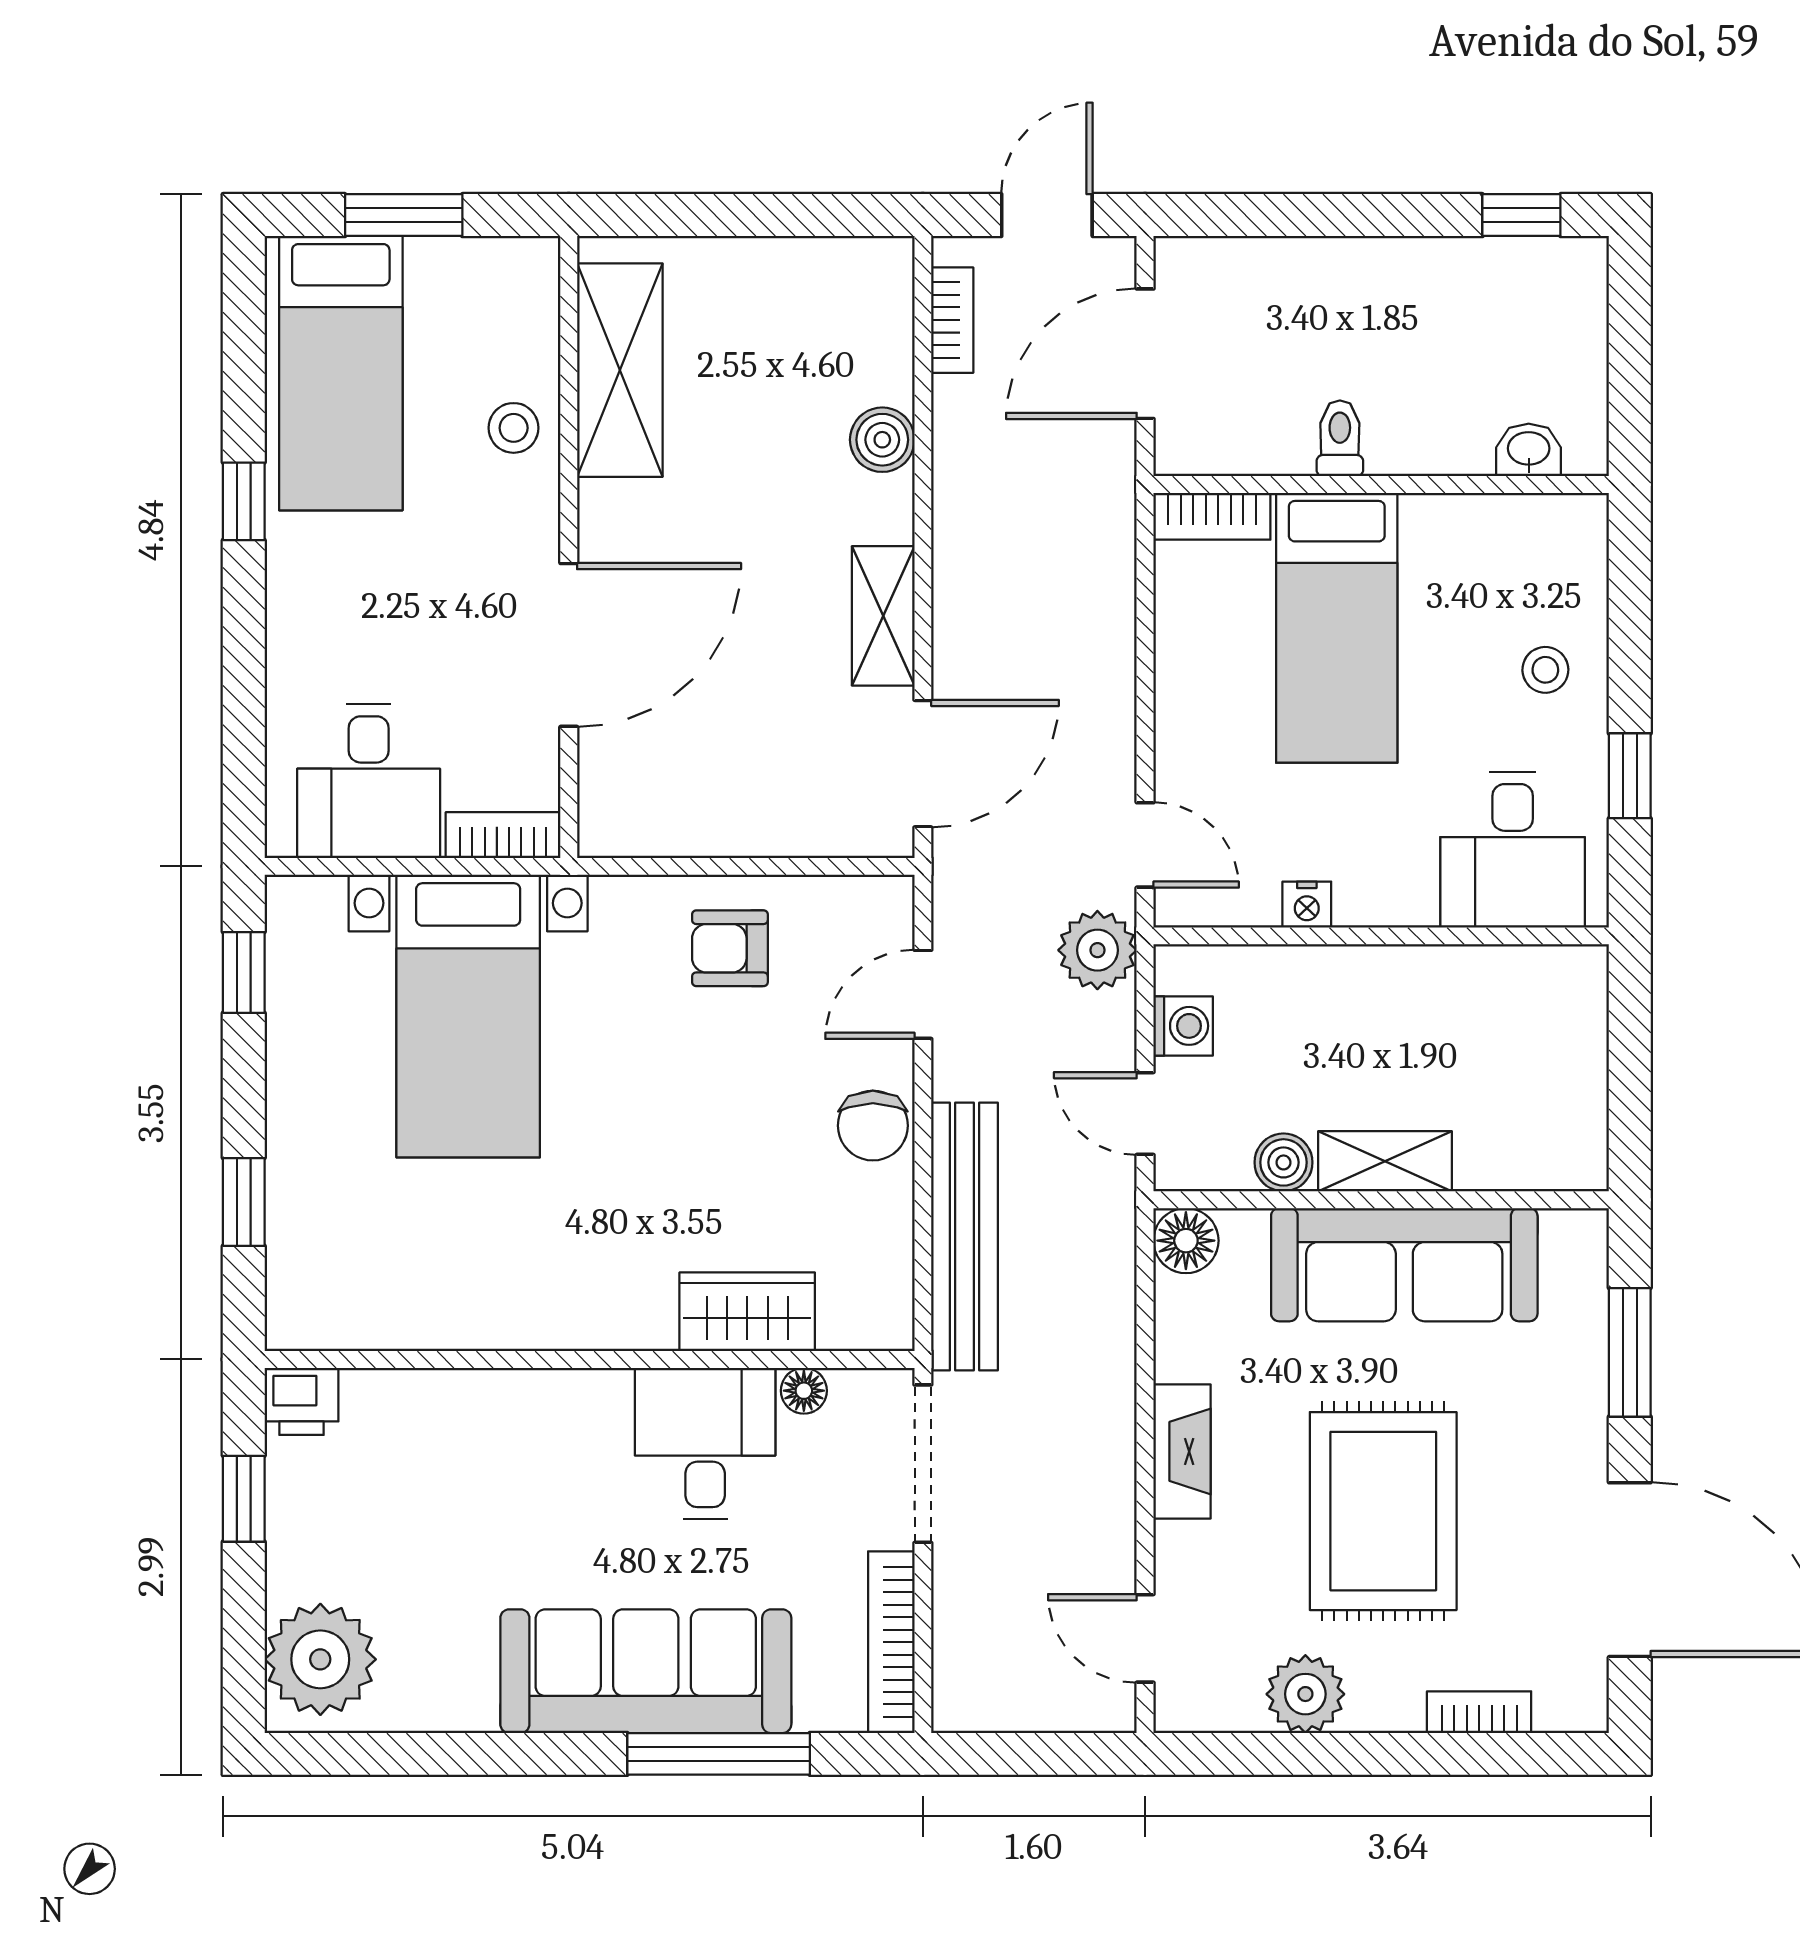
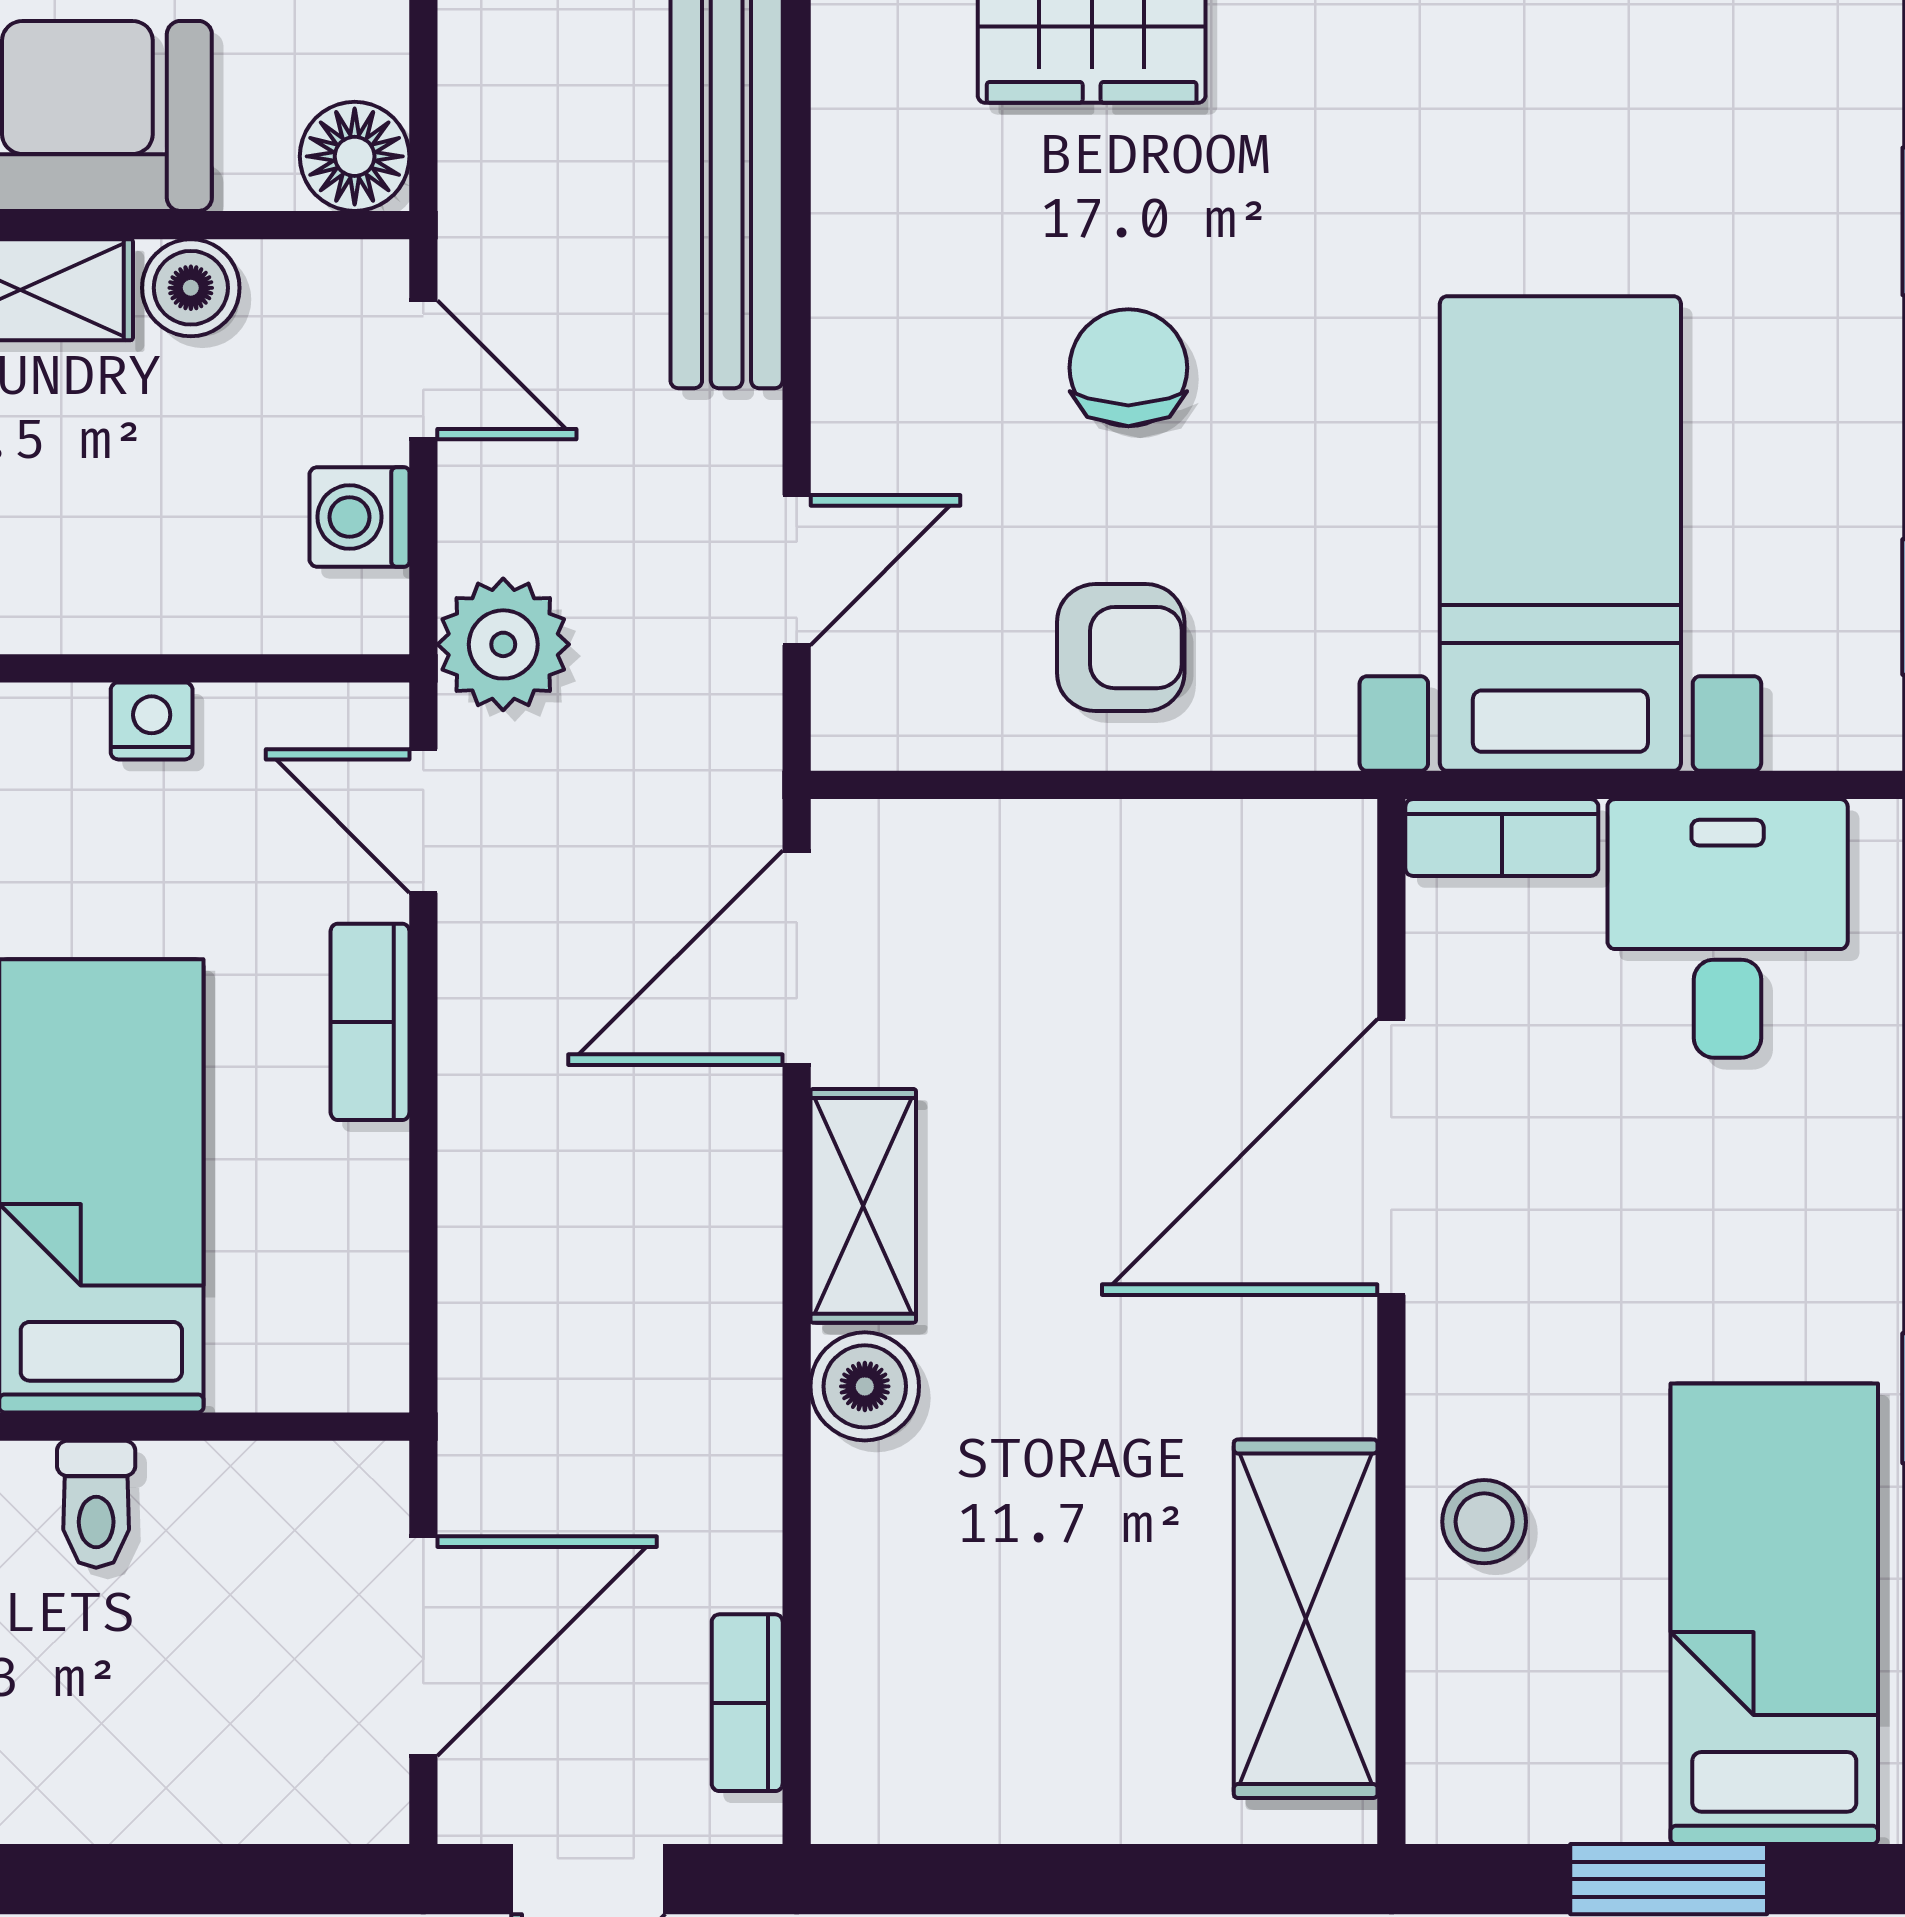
boiler: (882, 440) -> (865, 1386), moved
bookcase: (1212, 516) -> (370, 1022), moved, turned -90
chair: (873, 1126) -> (1128, 368), moved

